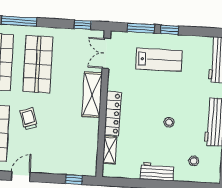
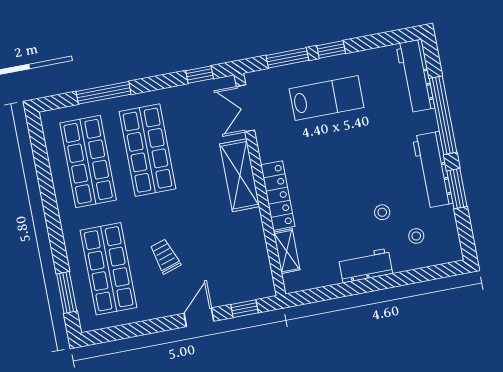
trolley: (29, 119) -> (165, 256), moved
stool: (169, 122) -> (382, 212), moved
door: (21, 177) -> (199, 317), moved

